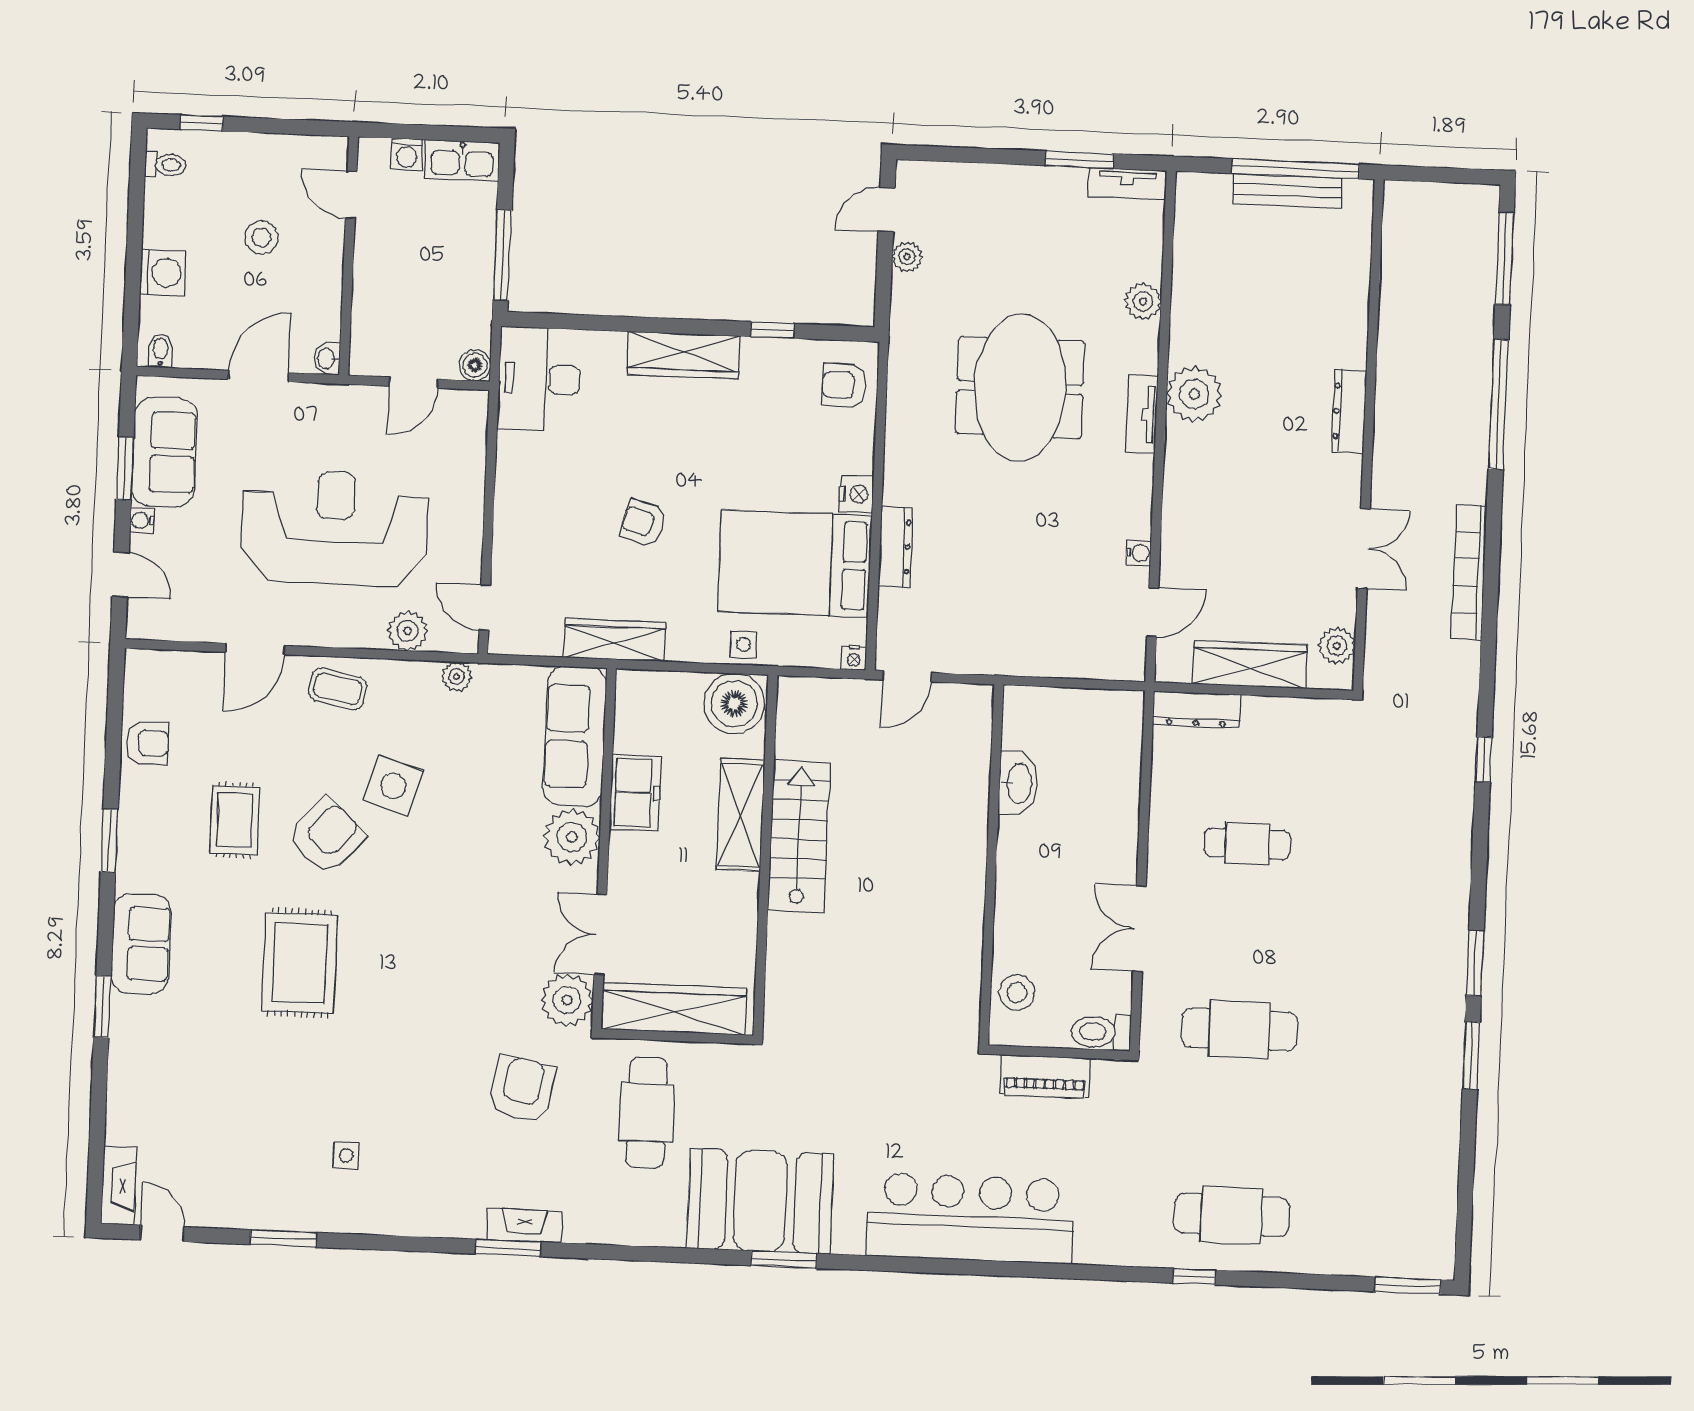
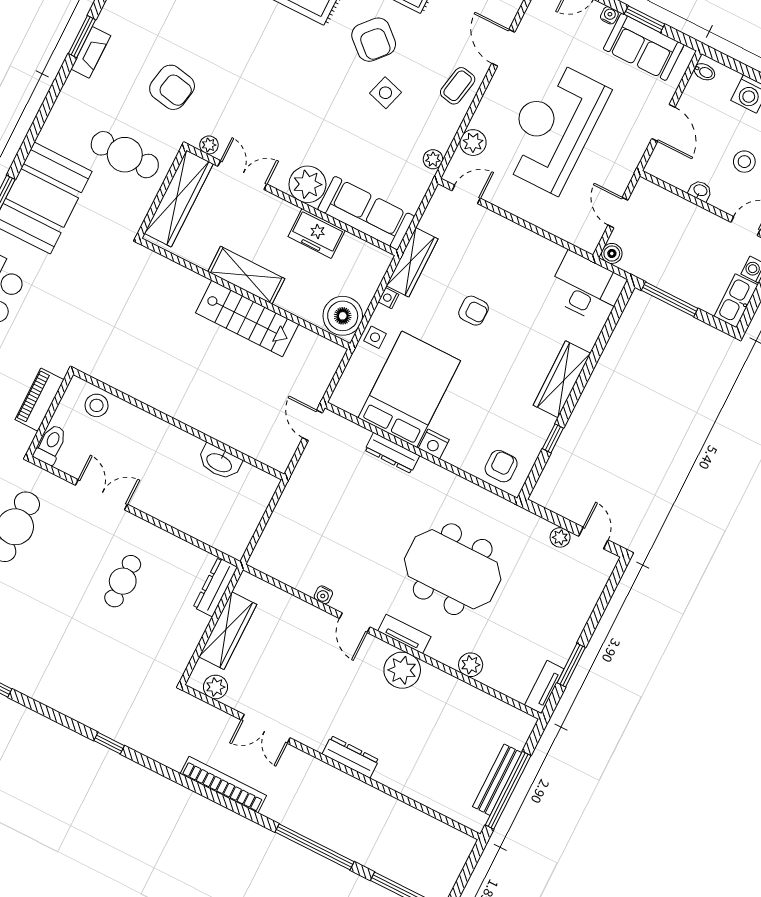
washbasin: (327, 359) -> (700, 191), moved
armchair: (643, 523) -> (474, 311), turned 74
reception desk: (335, 528) -> (553, 127), turned 180
door: (1153, 612) -> (355, 623), moved
nightstand: (854, 658) -> (388, 298), moved
side table: (393, 786) -> (385, 93), width x0.73, depth x0.73
shelving: (741, 815) -> (246, 275), moved
plant: (567, 1000) -> (209, 145), width x0.53, depth x0.53

